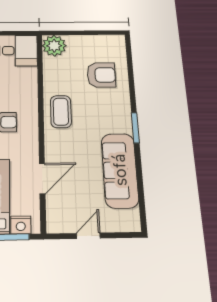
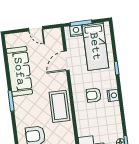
coffee table: (61, 112) -> (59, 106), width x1.36, depth x1.32
door: (88, 236) -> (36, 29), hinge flipped

